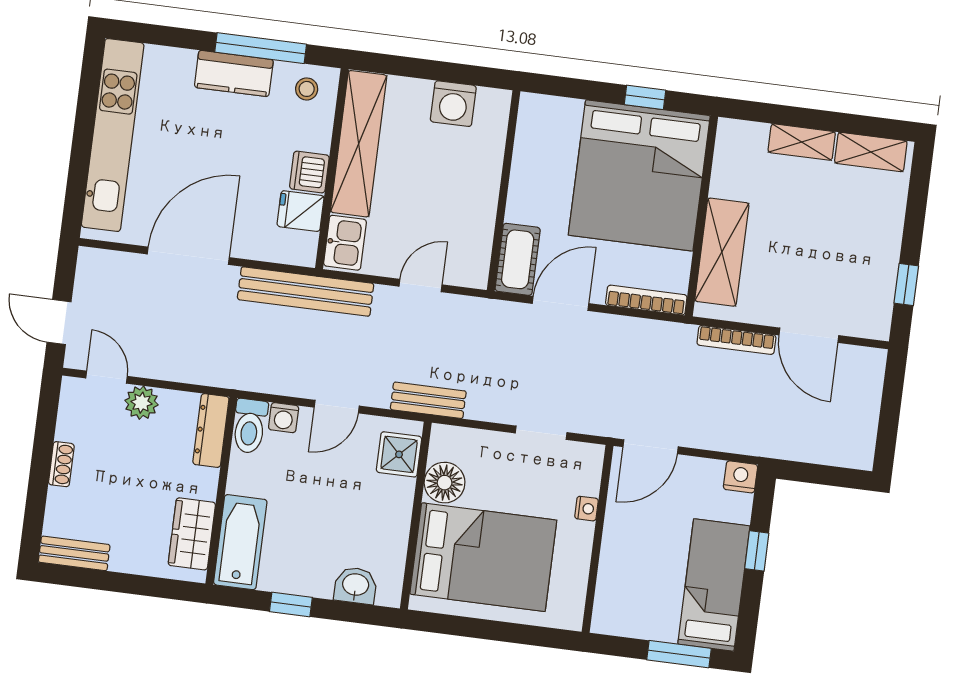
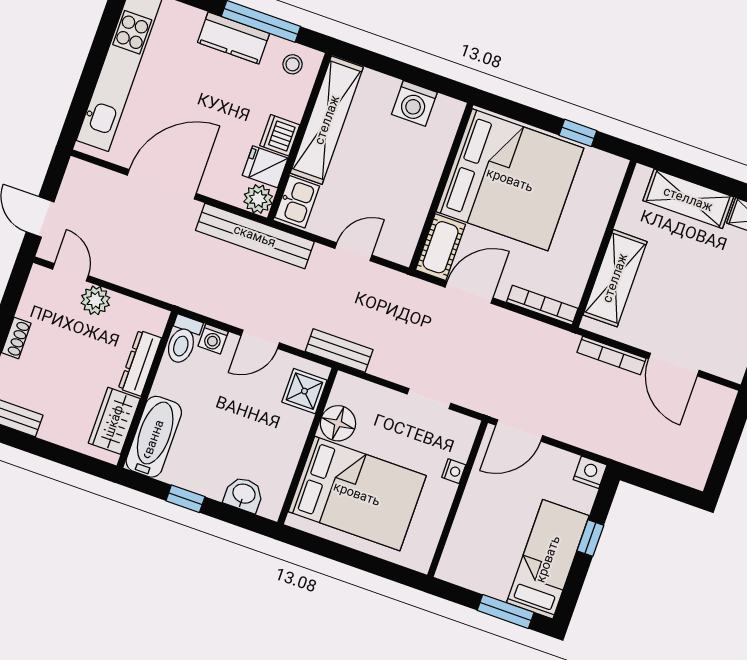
shelving: (802, 142) -> (688, 199), width x1.50, depth x1.33
bed: (639, 175) -> (510, 180), moved, turned -90
plant: (300, 249) -> (258, 199), added
dresser: (211, 430) -> (140, 363), moved

